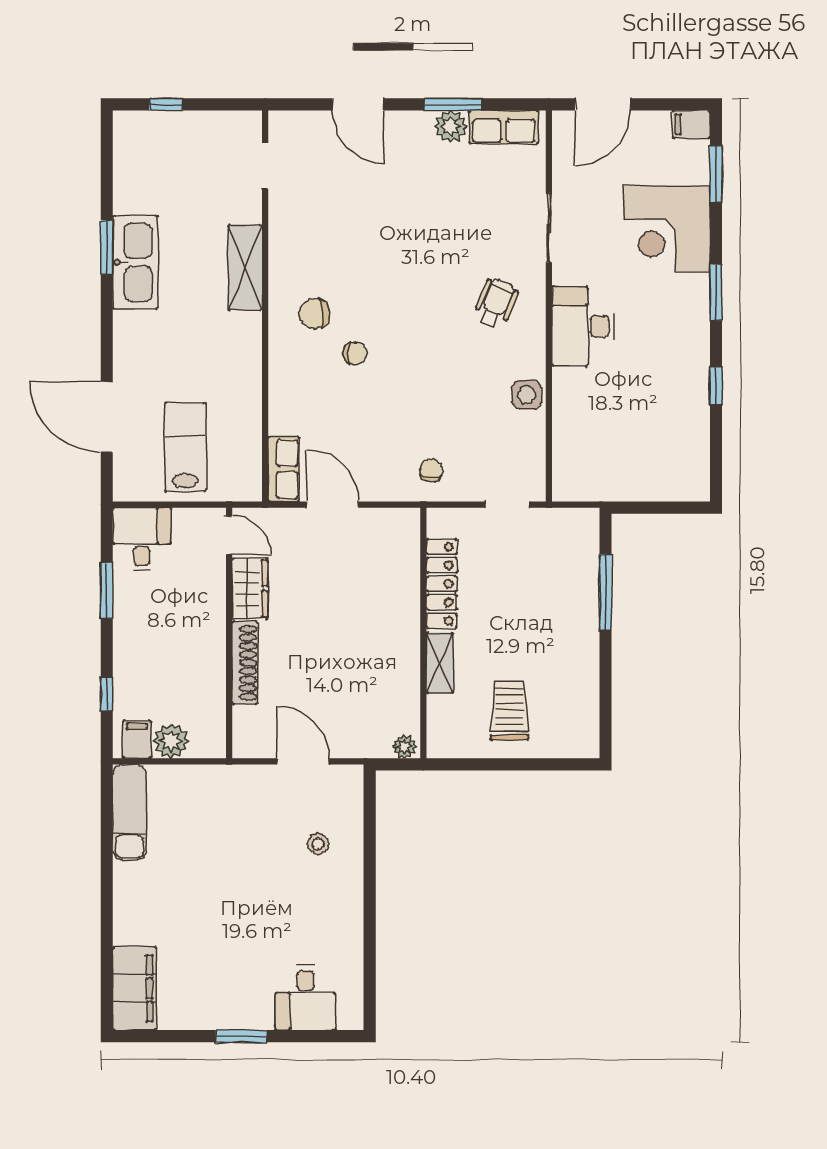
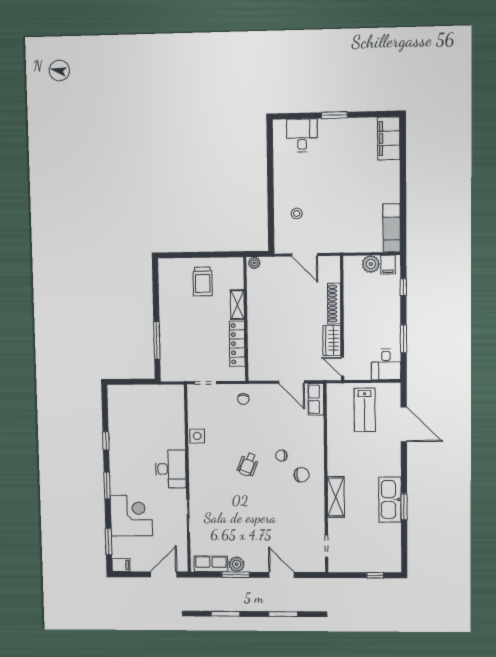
wheelchair: (496, 303) -> (248, 464), moved

